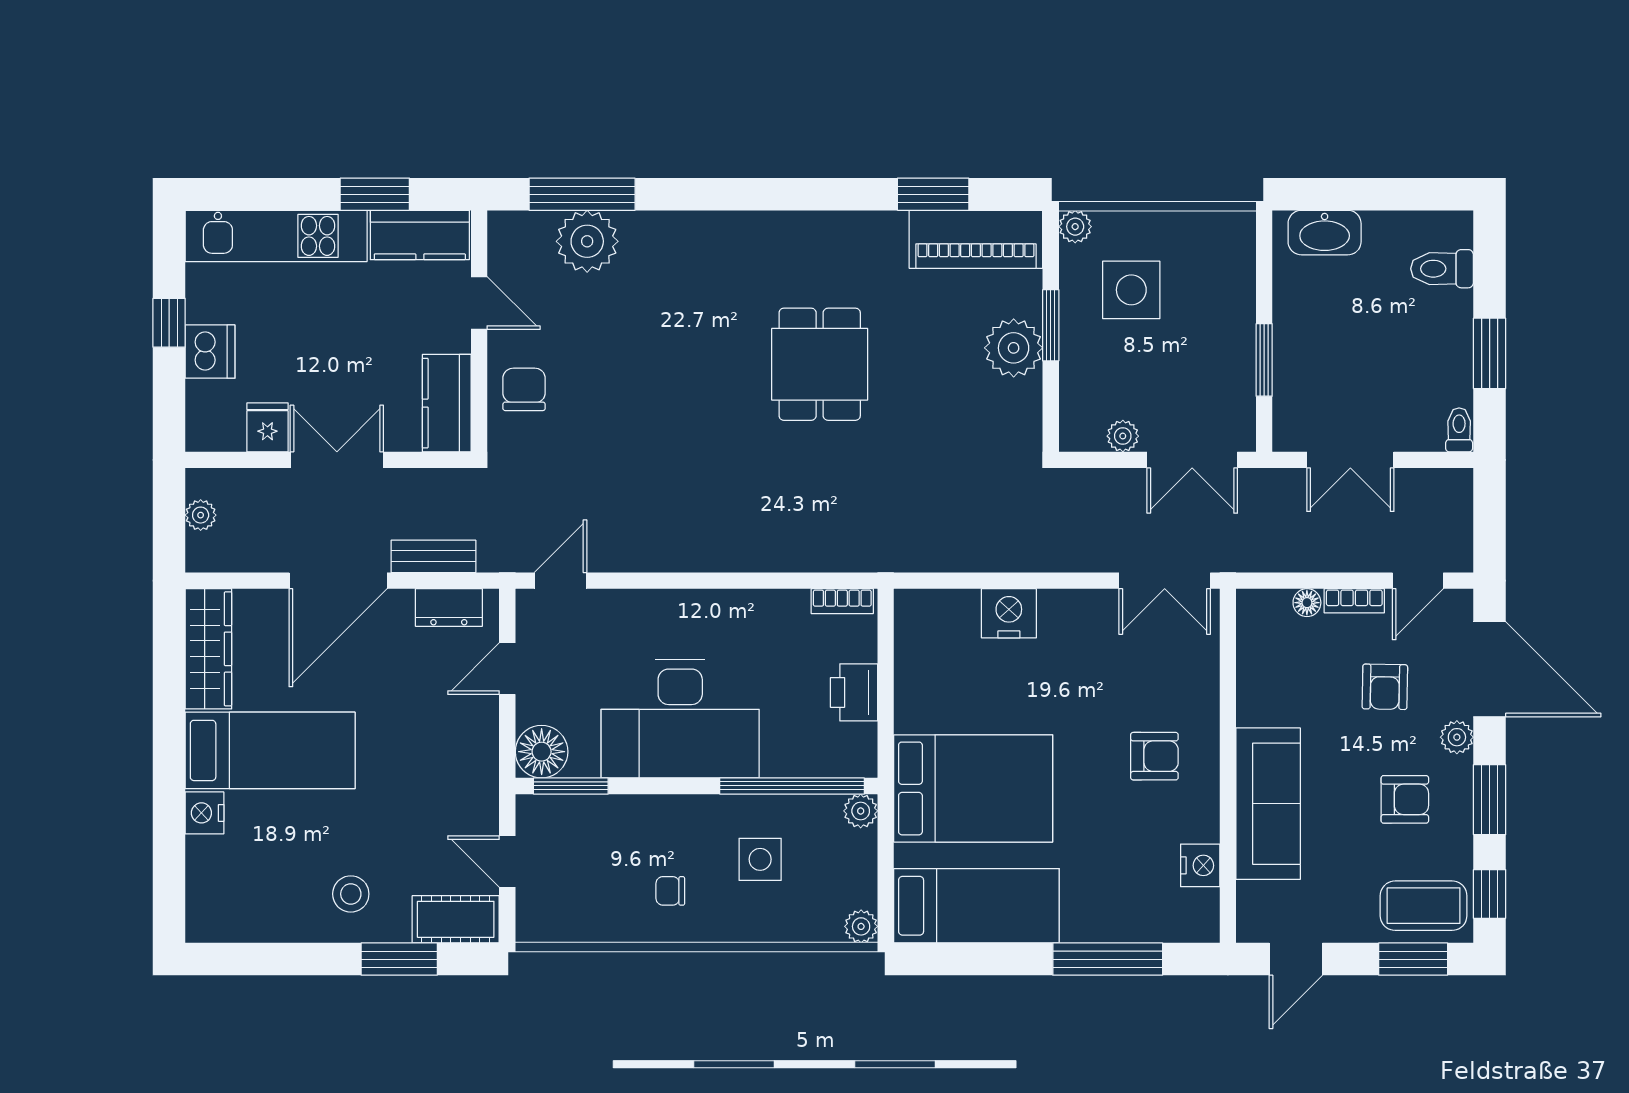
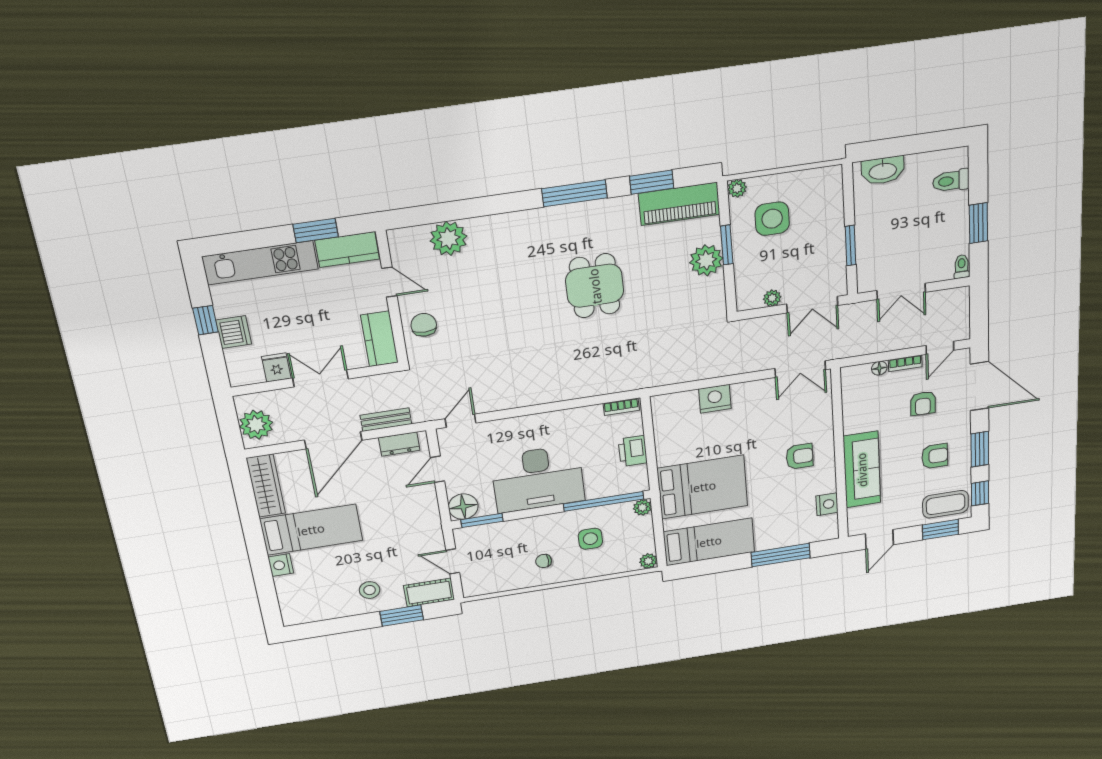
window: (582, 194) -> (575, 193), moved
plant: (201, 515) -> (256, 425), width x1.88, depth x1.88
plant: (1457, 737) -> (962, 422), removed

